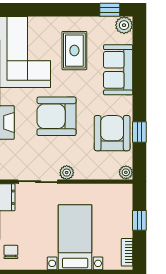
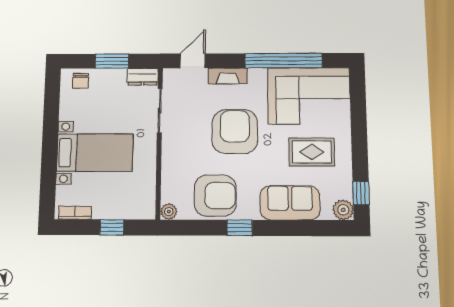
window: (139, 132) -> (240, 228), moved
plant: (67, 173) -> (170, 143), removed
chair: (11, 252) -> (81, 81), turned 90

